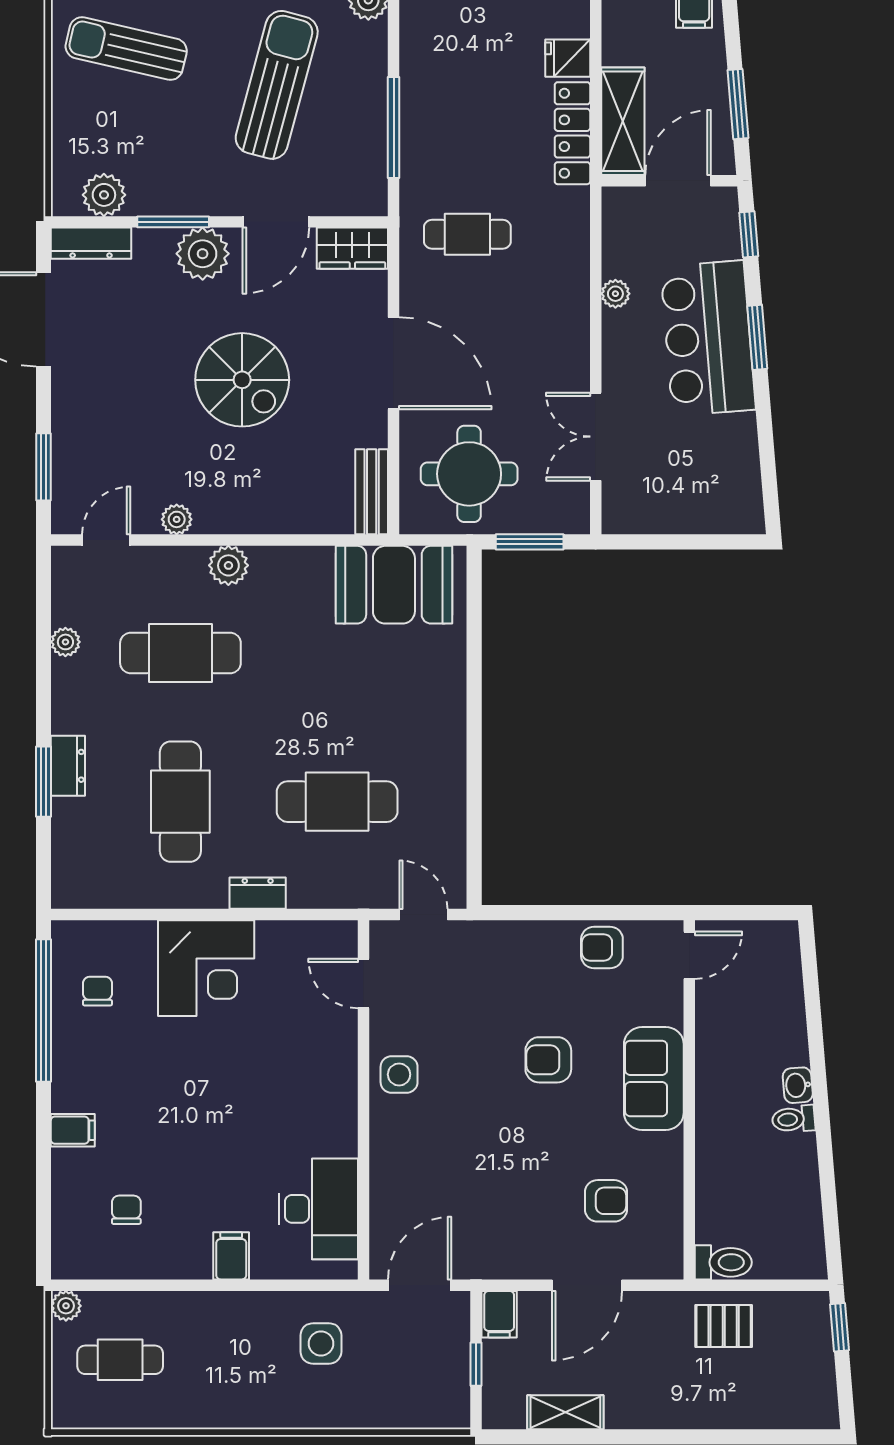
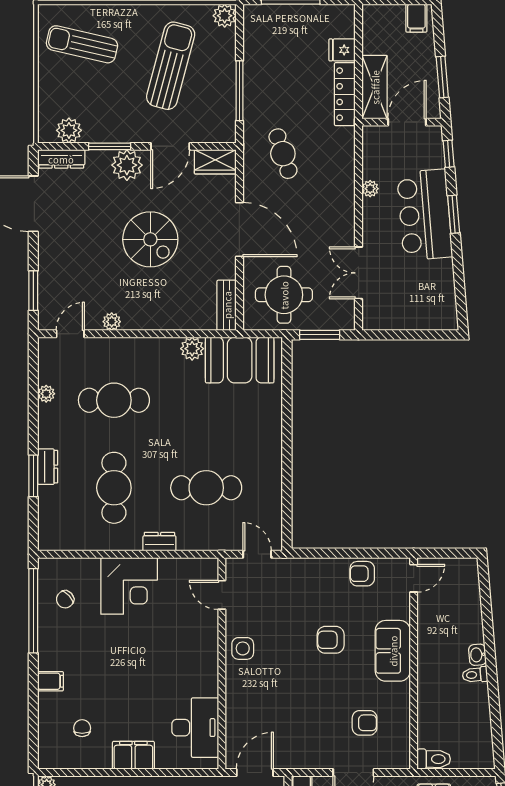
cafe table: (467, 234) -> (283, 154), turned 72
plant: (228, 565) -> (192, 349), moved
chair: (98, 991) -> (65, 599), turned -133
filing cabinet: (231, 1256) -> (133, 755), width x2.00

